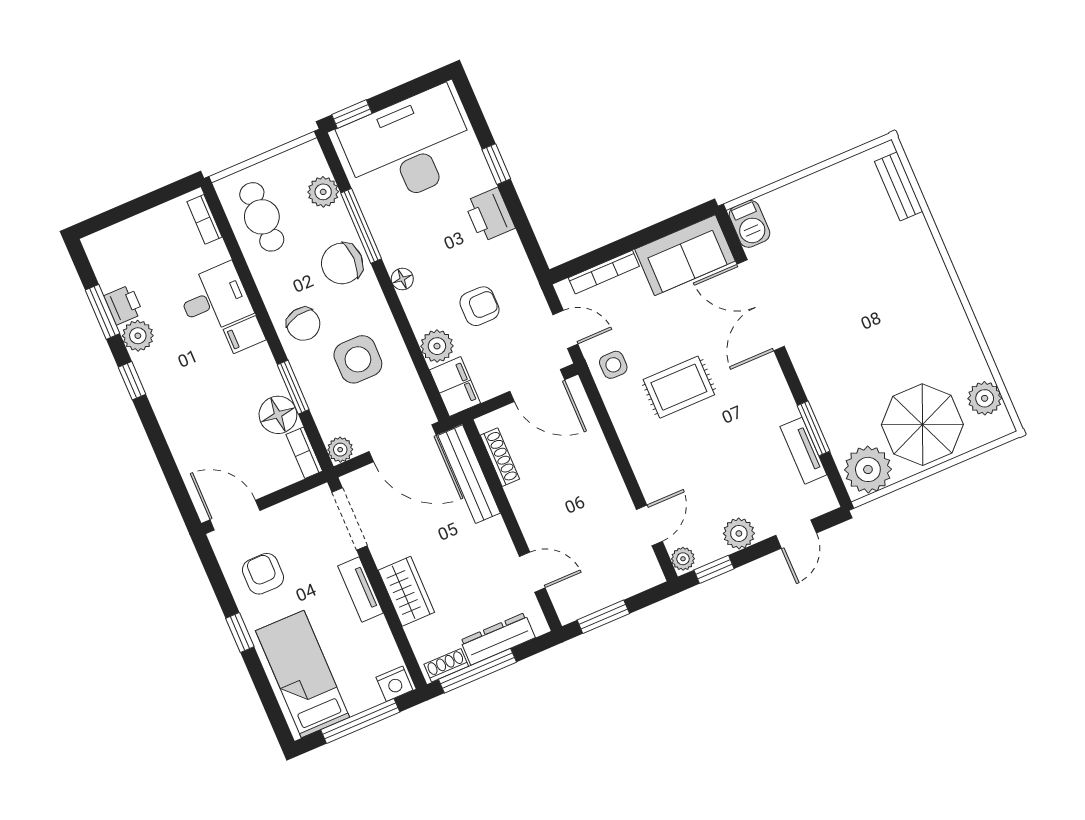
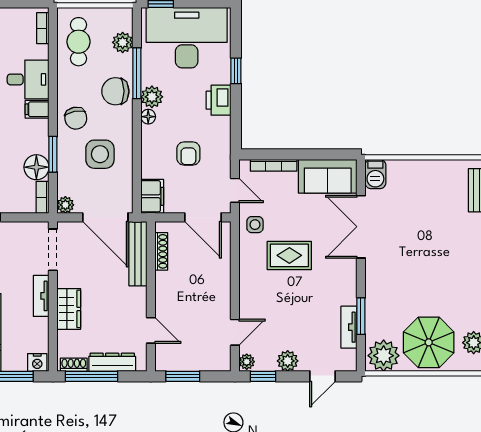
armchair: (479, 306) -> (188, 154), turned 90
plant: (437, 346) -> (152, 97), moved

